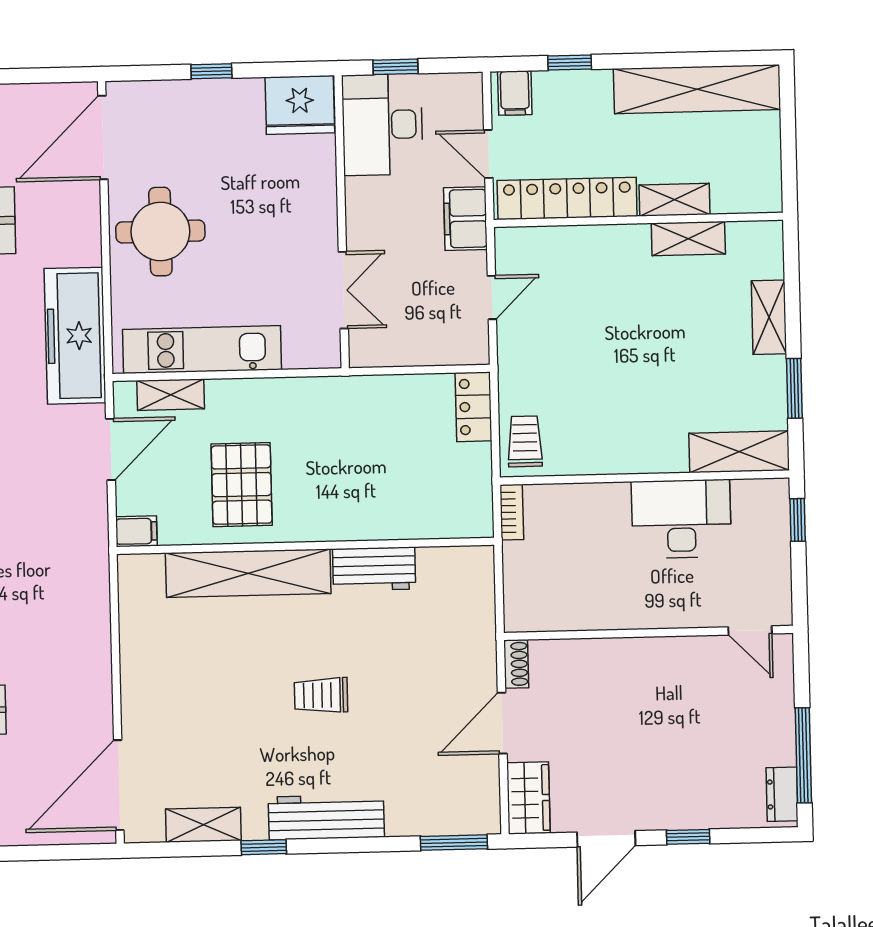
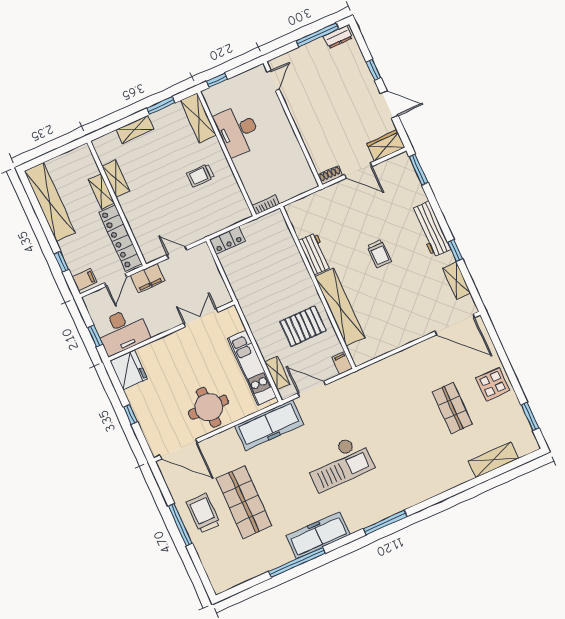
trolley: (525, 441) -> (200, 175), moved

